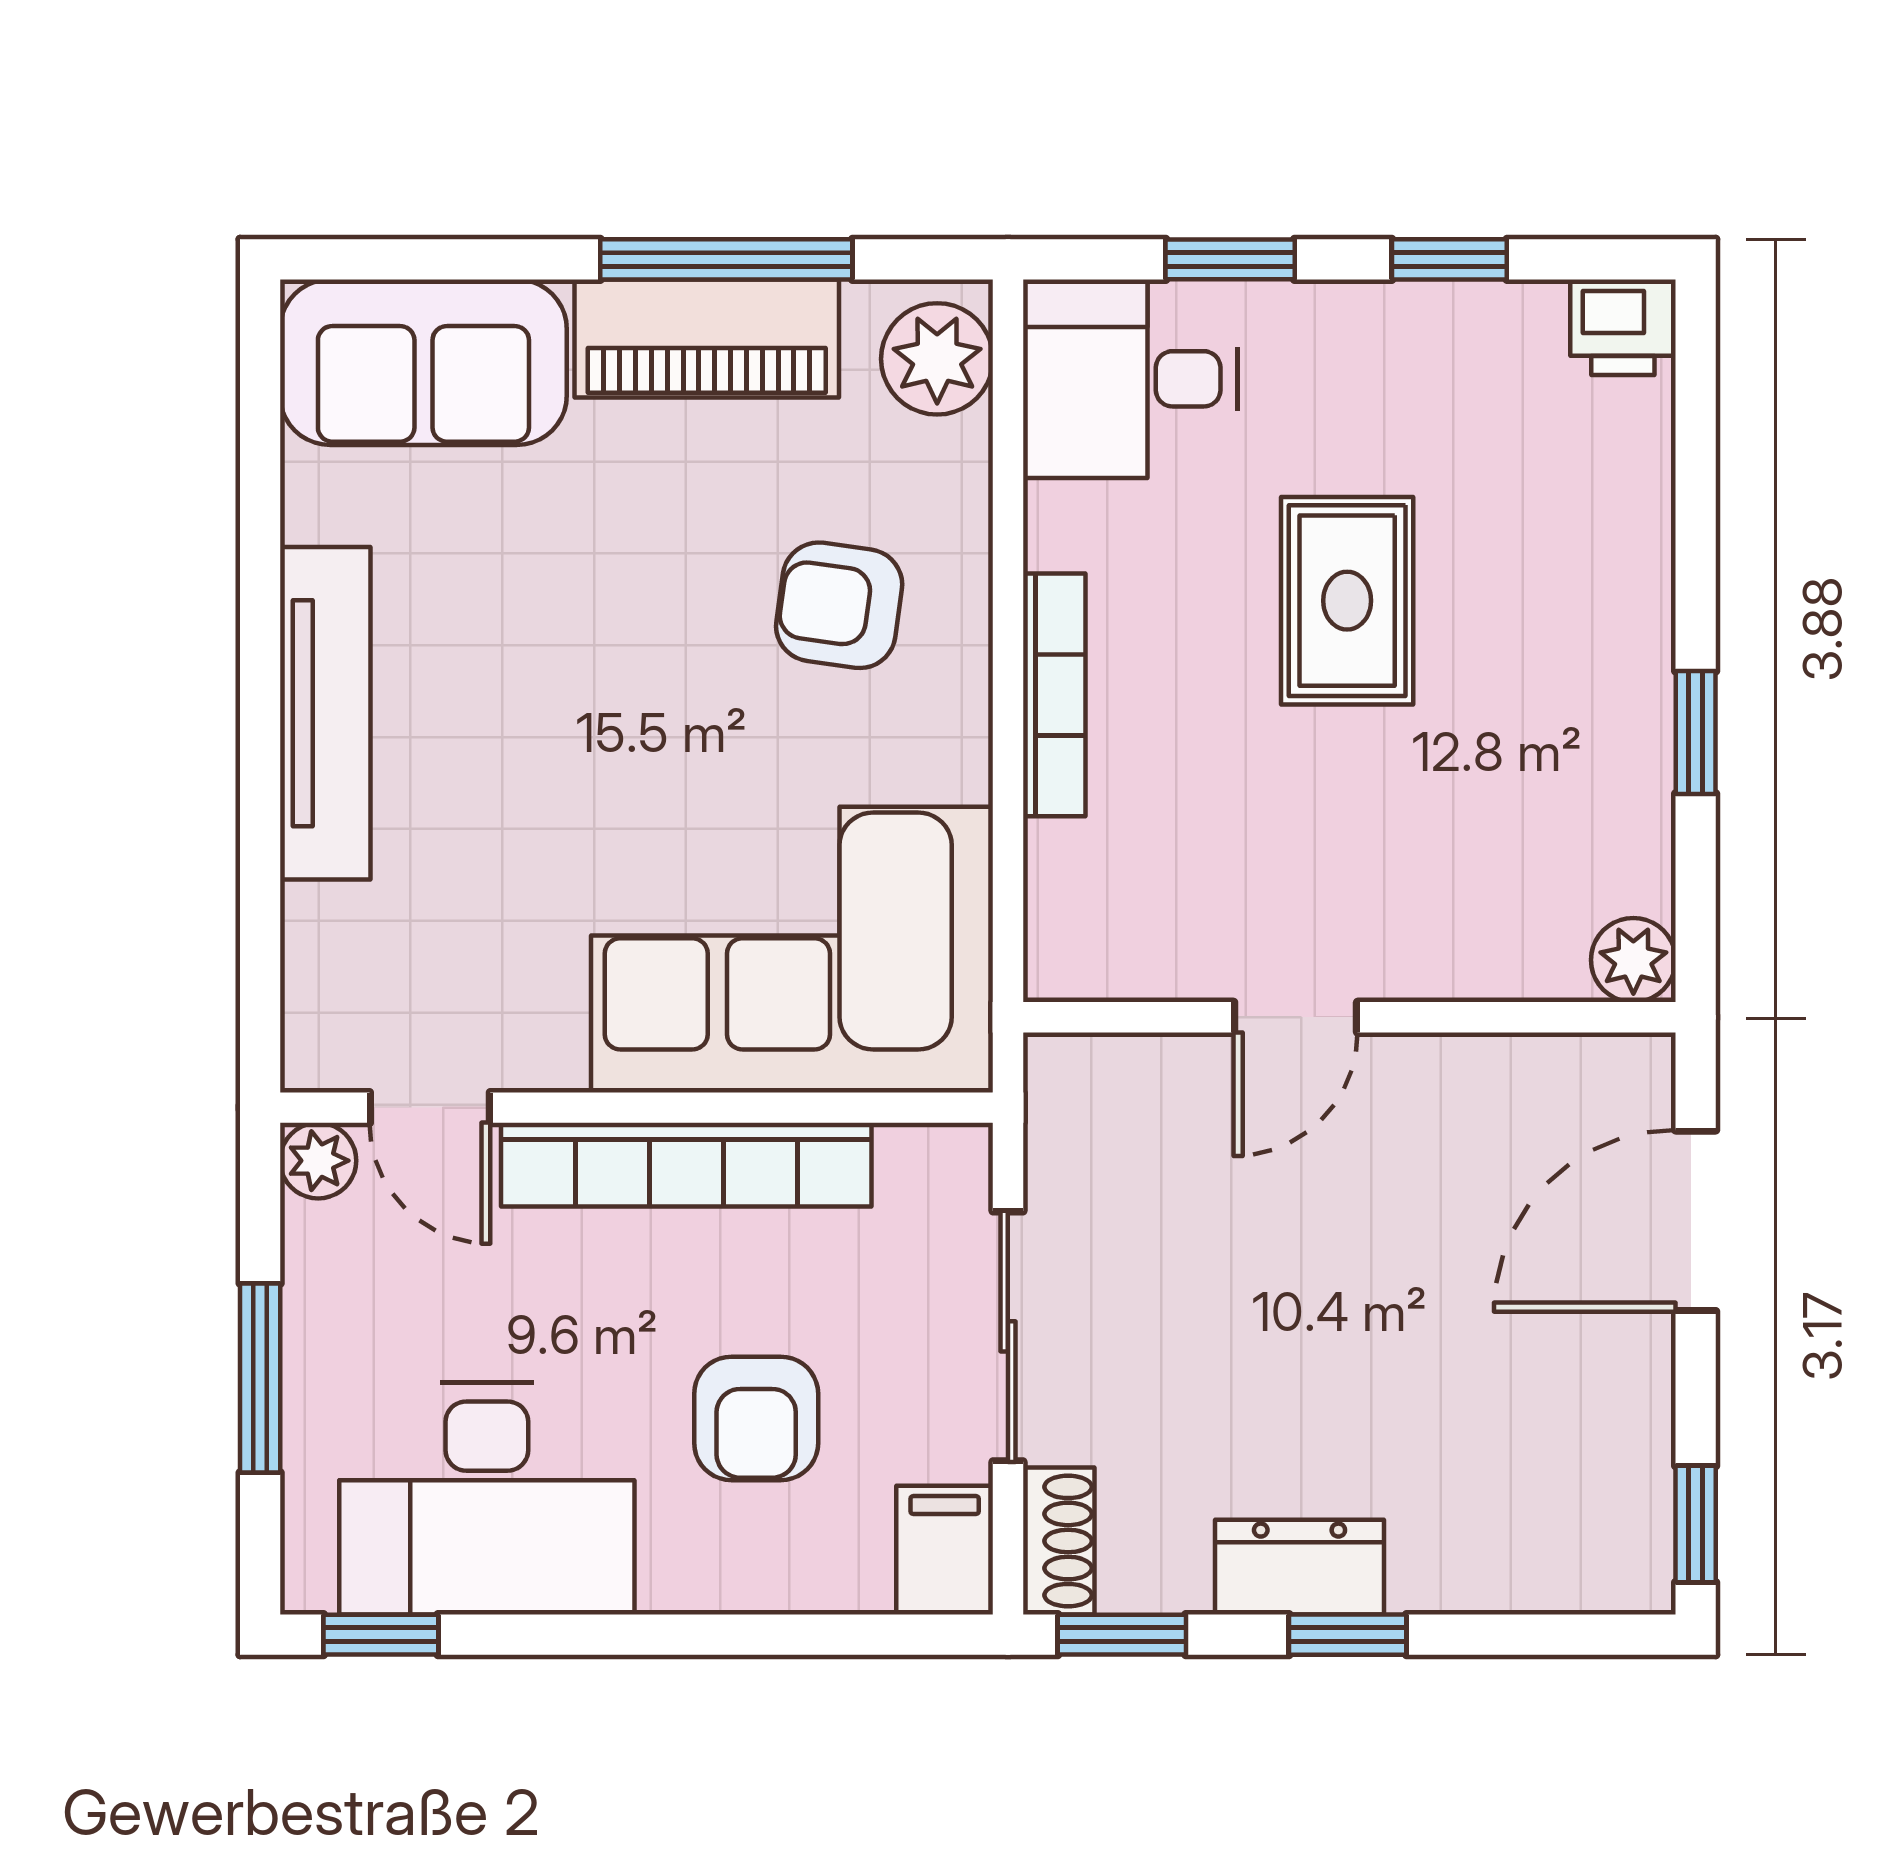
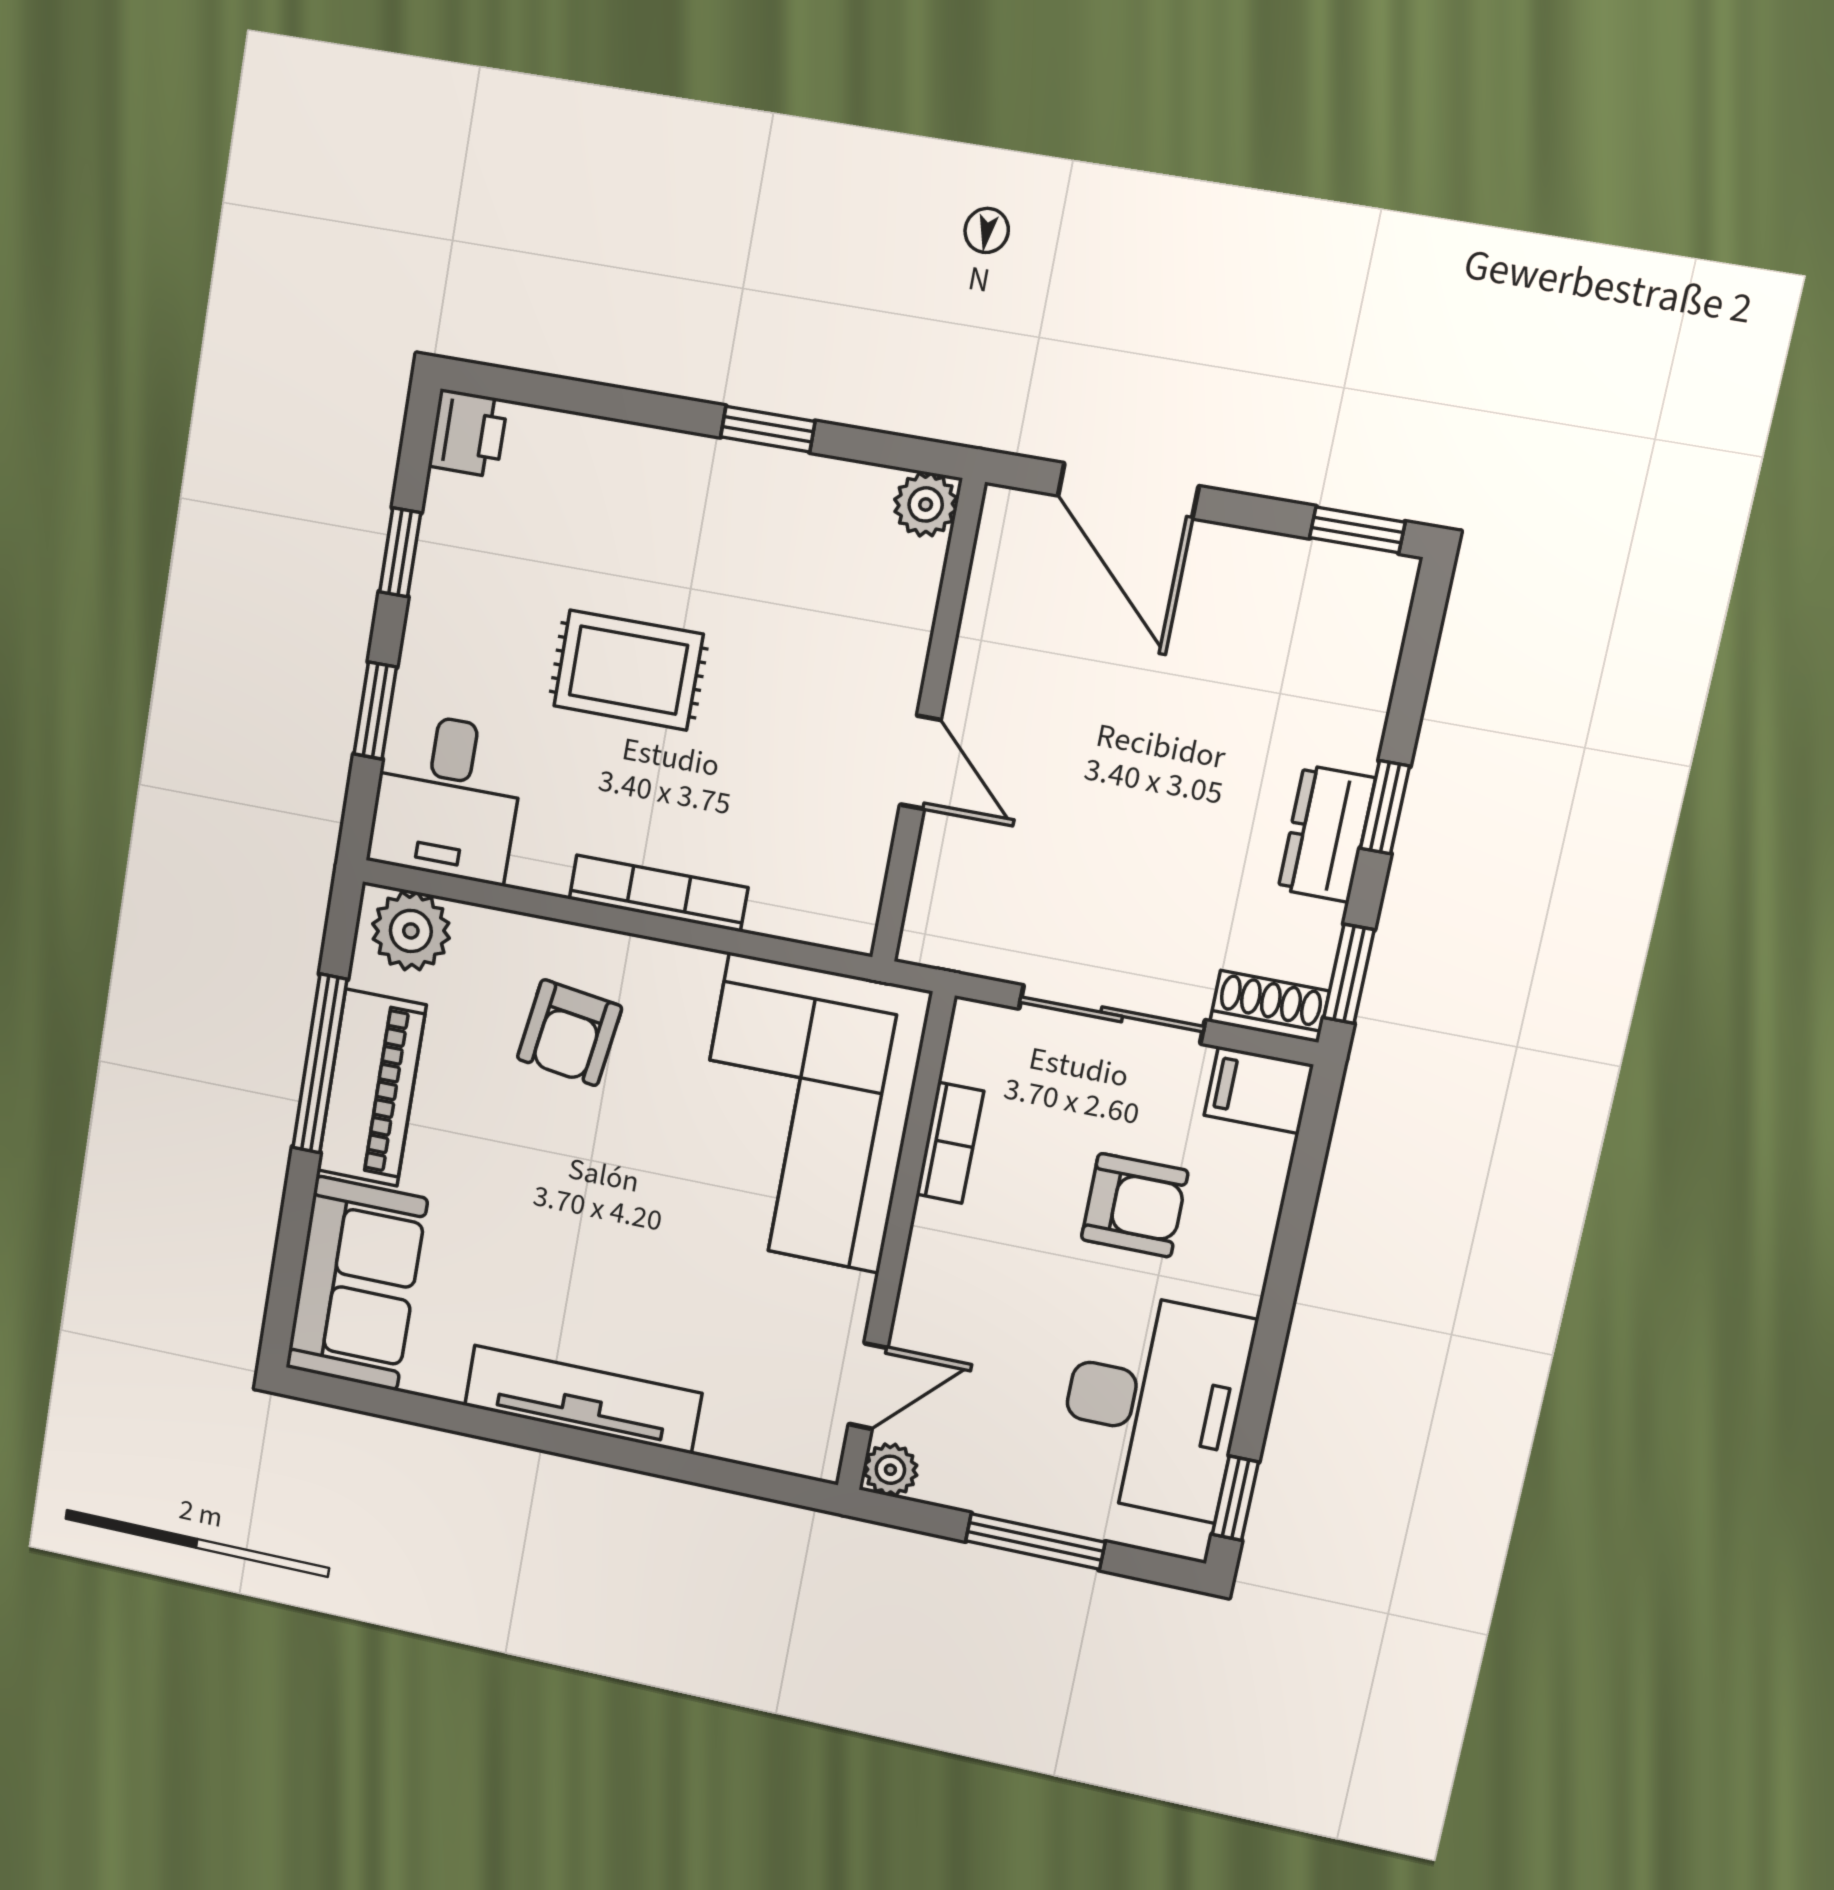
bookcase: (686, 1165) -> (950, 1143), width x0.43, depth x0.76

